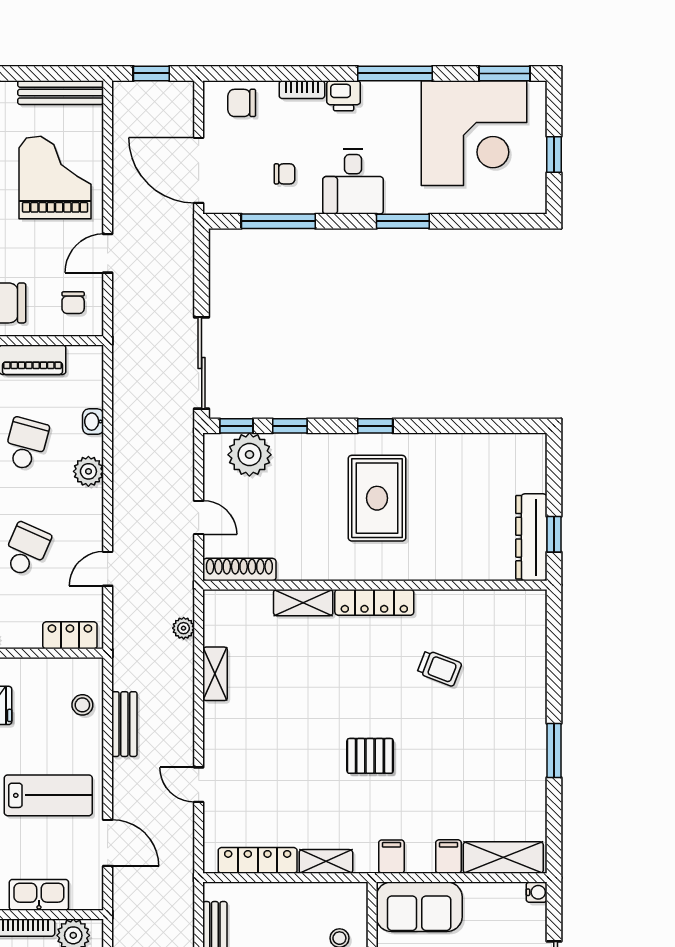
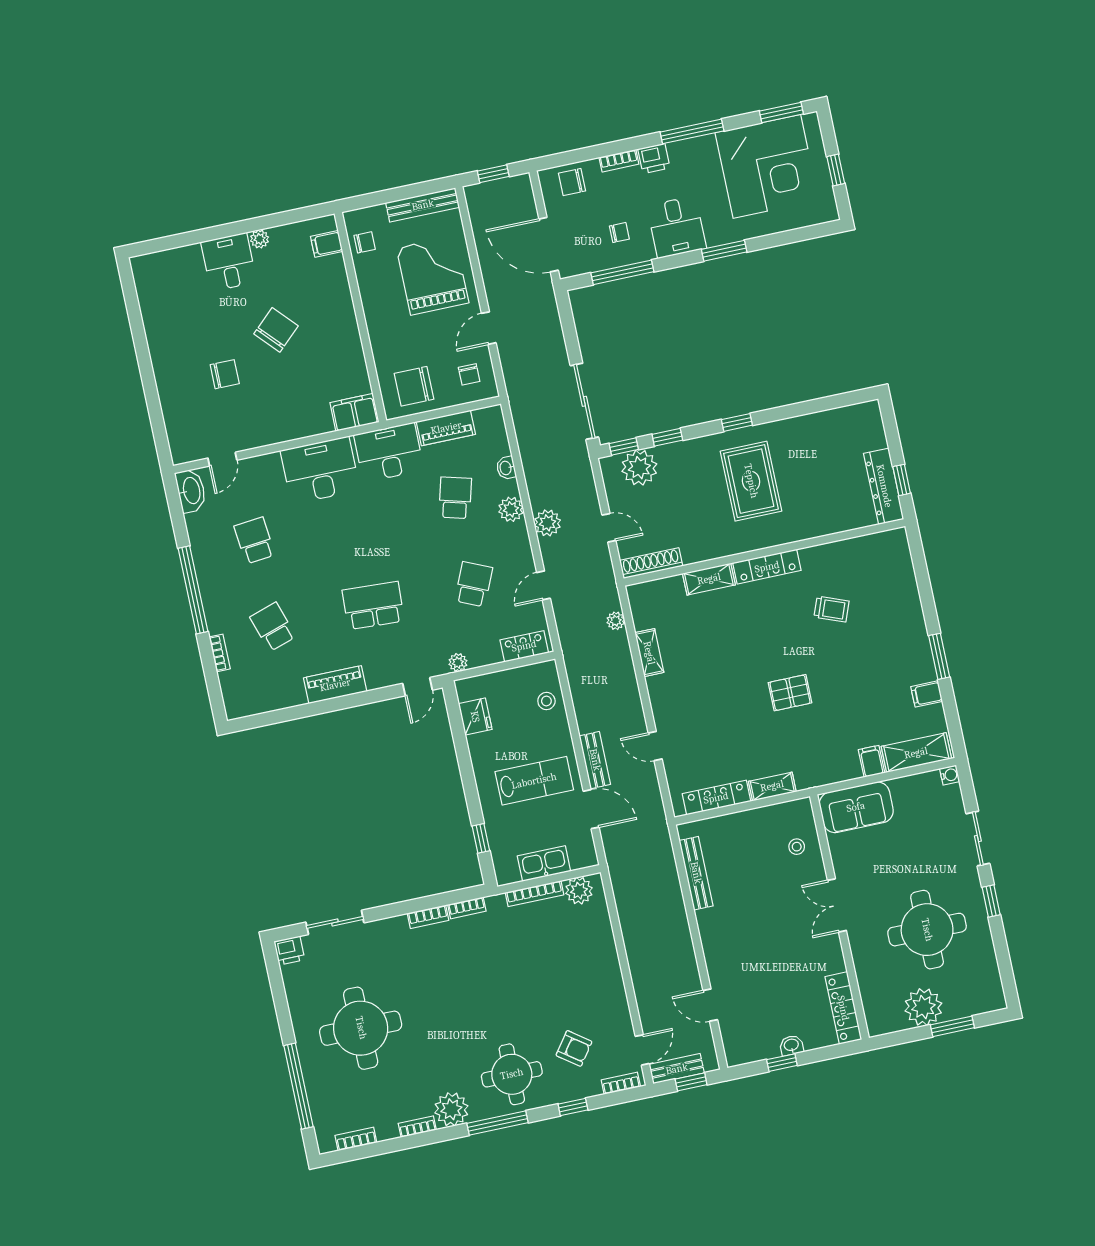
plant: (128, 496) -> (547, 523), added
bench: (124, 724) -> (595, 760), moved
filing cabinet: (391, 857) -> (927, 694), moved, turned -90

